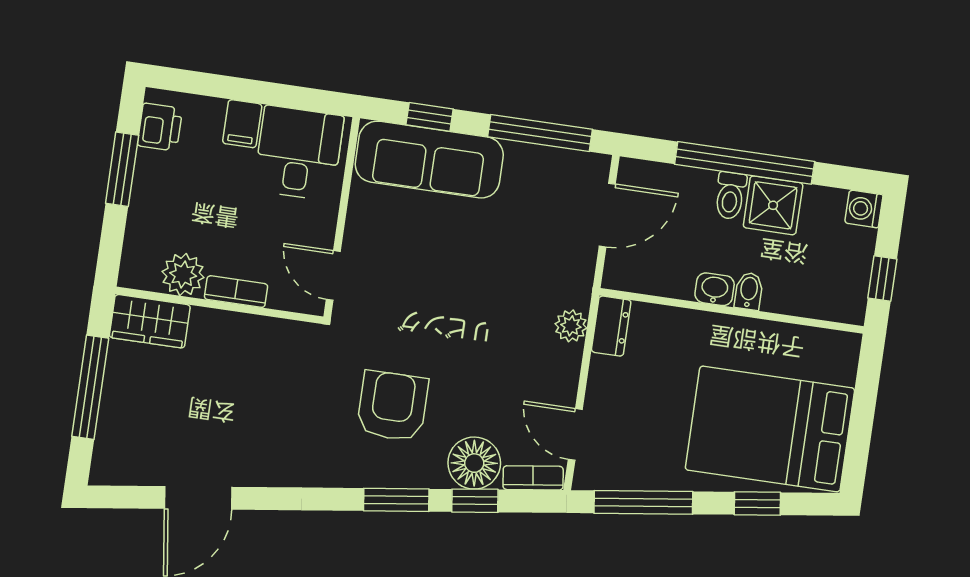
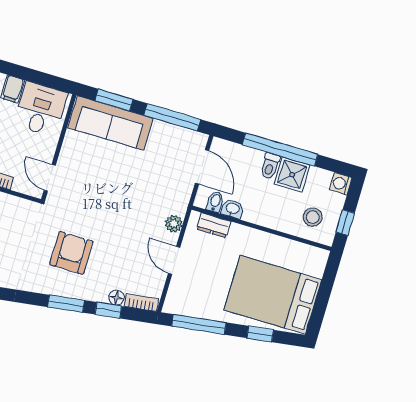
window: (430, 117) -> (114, 100), width x1.50
door: (607, 215) -> (202, 167), hinge flipped
stool: (822, 277) -> (313, 217), added
washbasin: (715, 289) -> (232, 209), moved
bidet: (749, 291) -> (215, 202), moved
dresser: (611, 326) -> (214, 225), moved, turned 90
door: (575, 434) -> (174, 260), moved
floor lamp: (474, 463) -> (116, 298), width x0.53, depth x0.53

